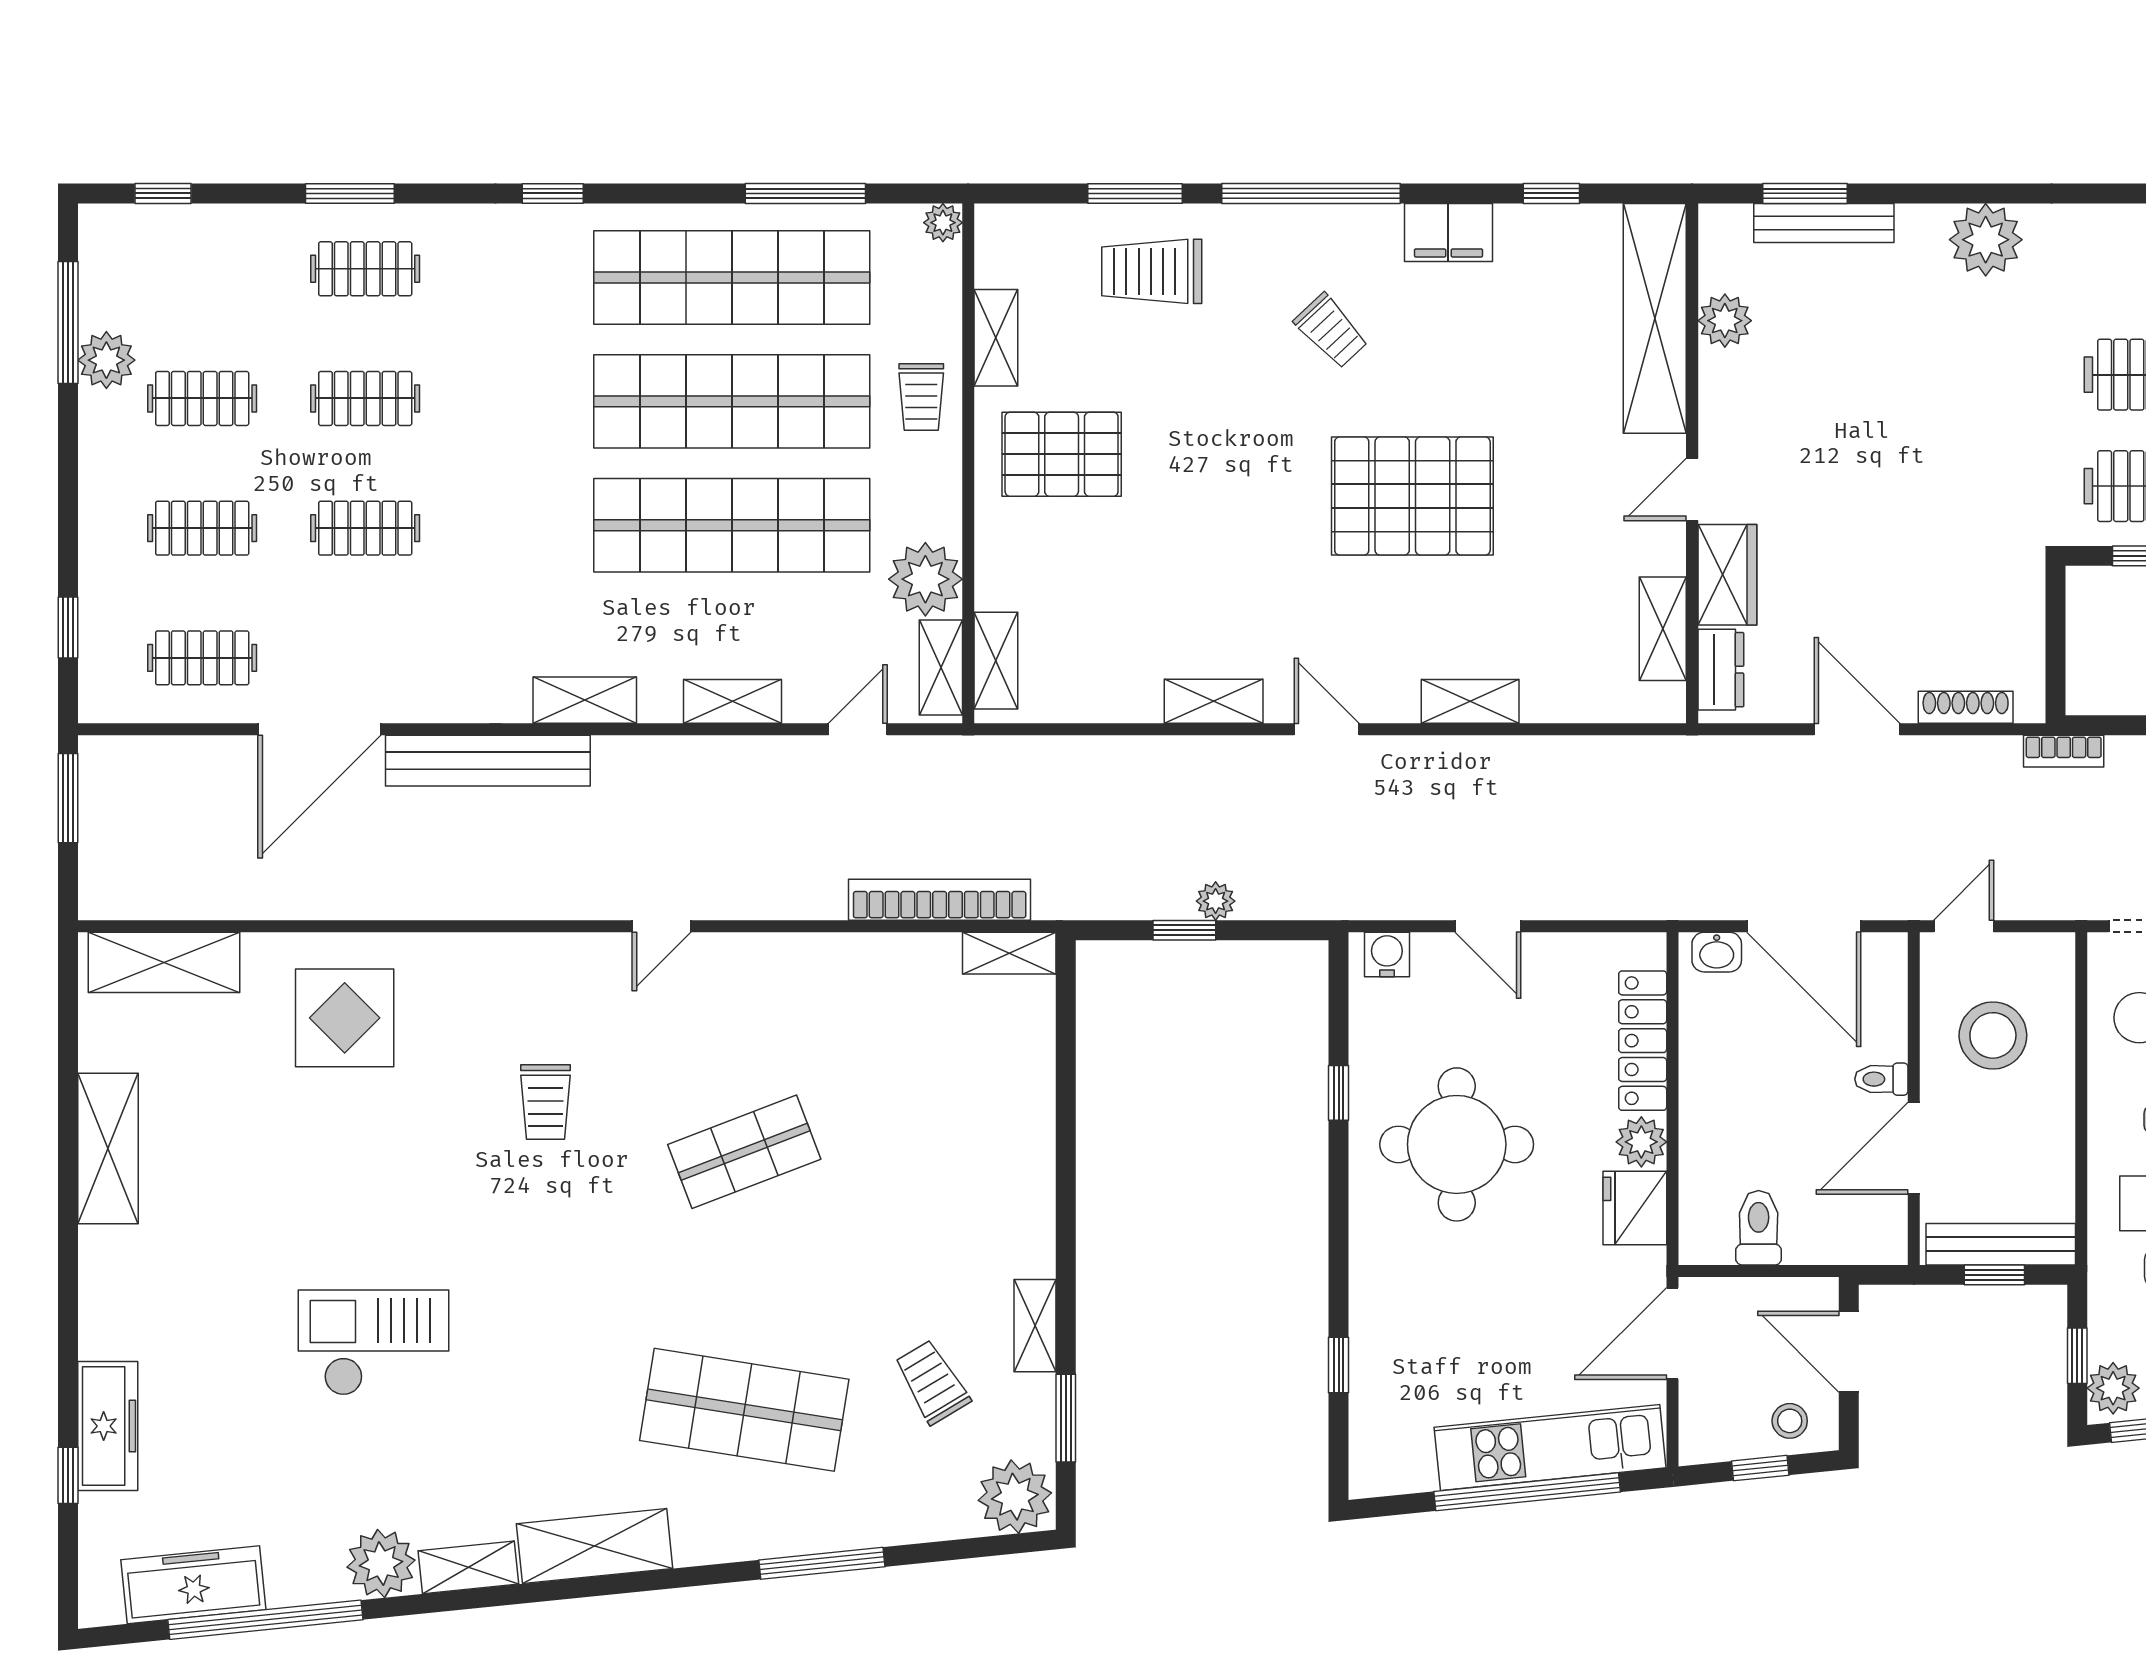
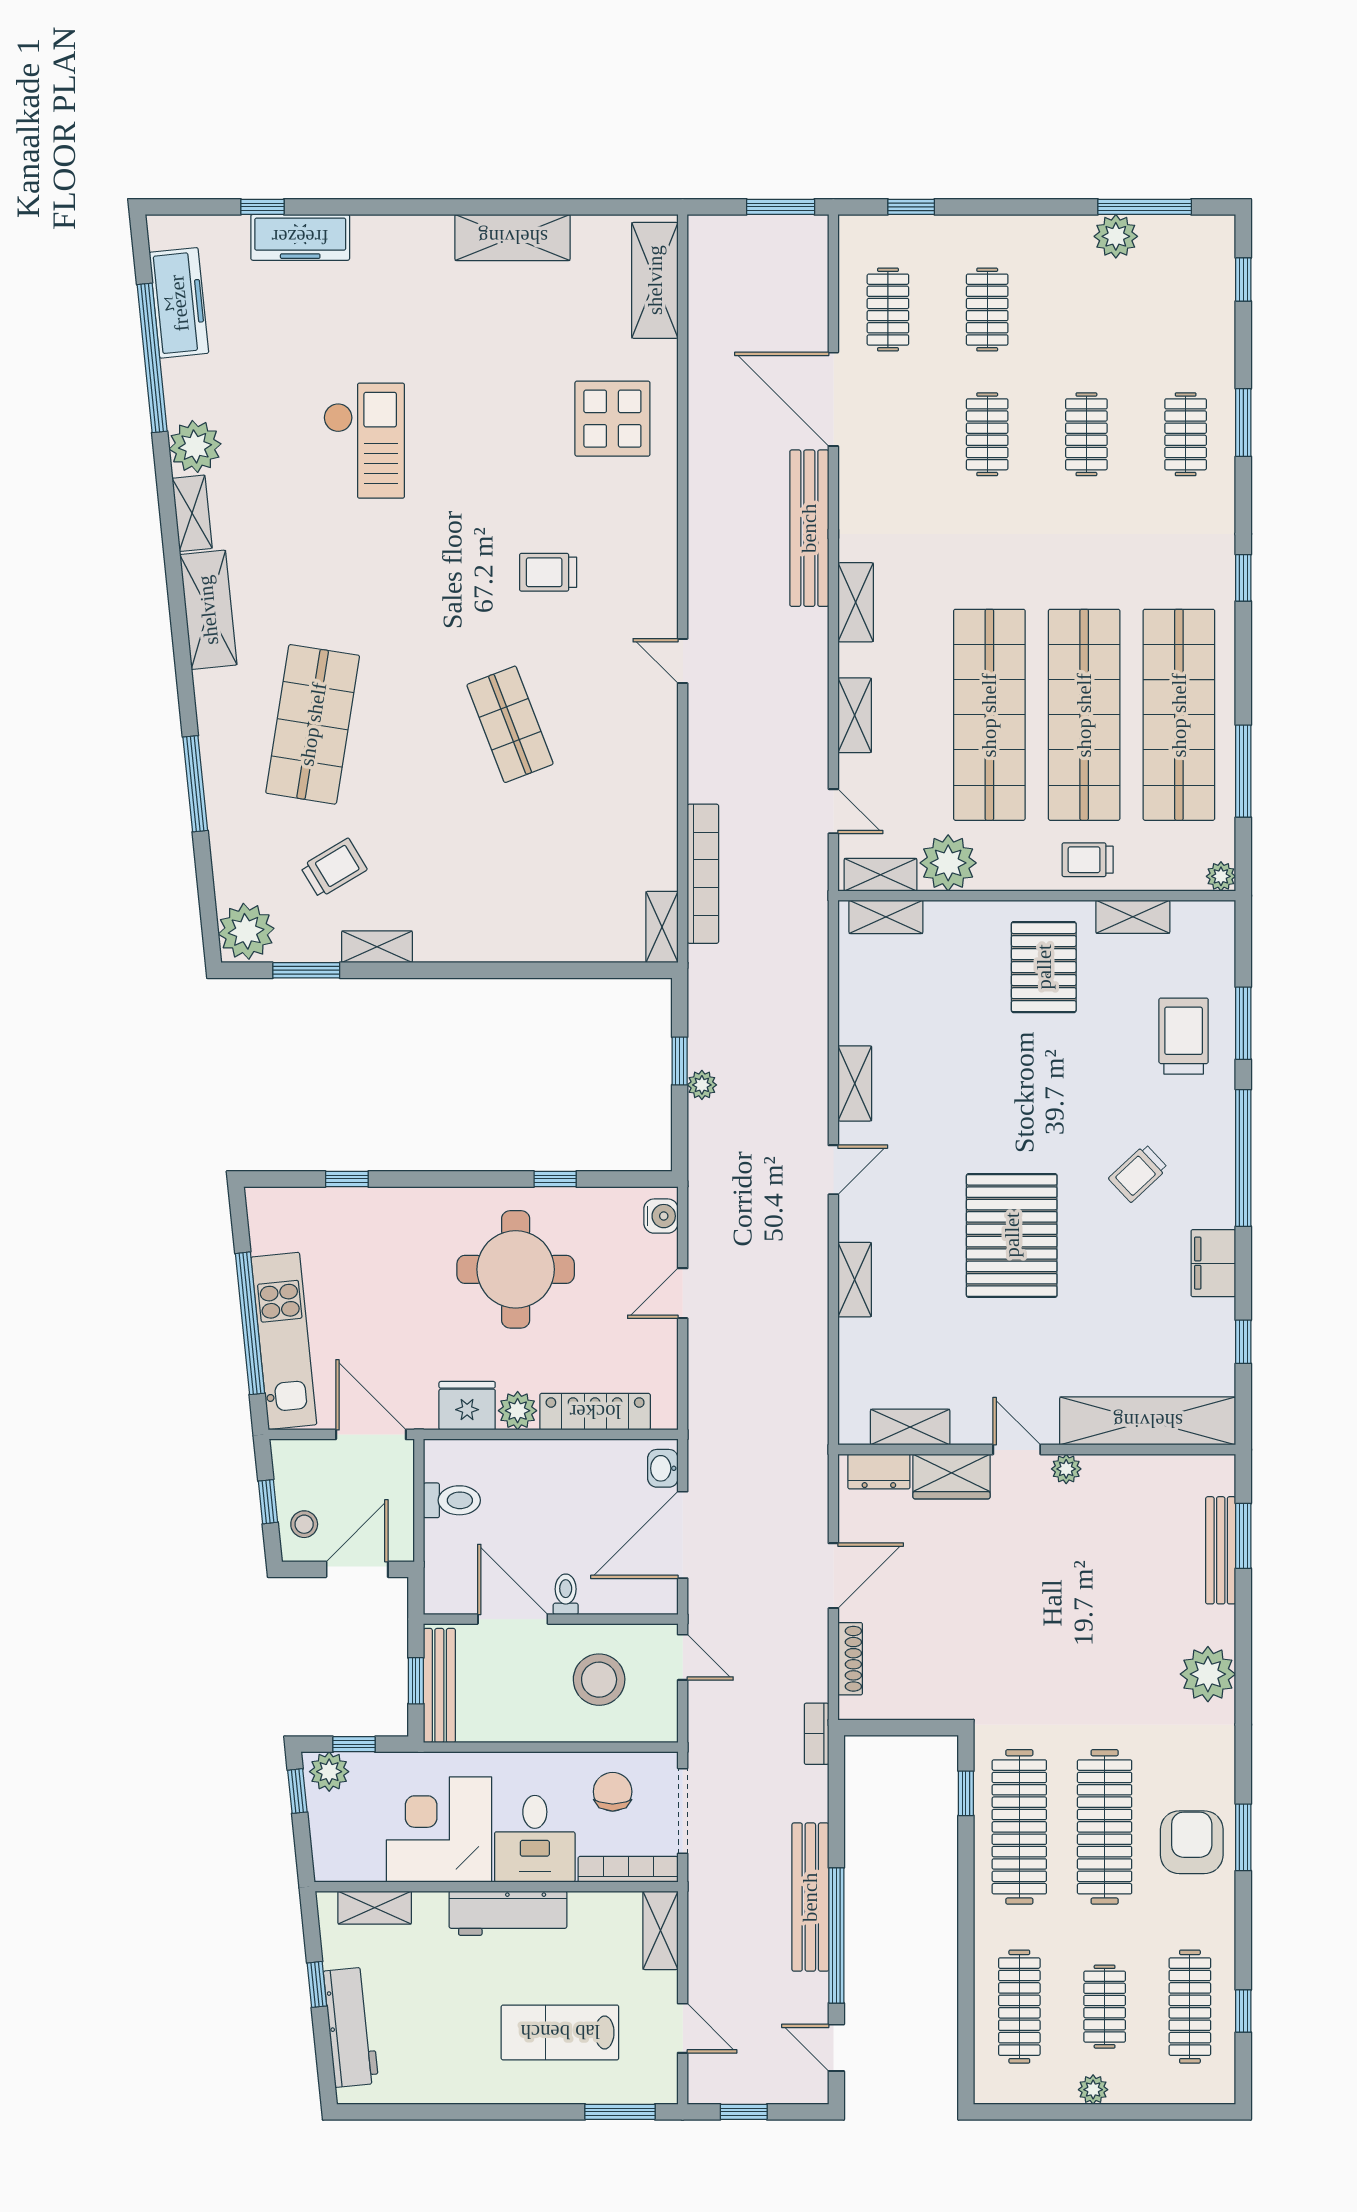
plant: (1725, 321) -> (1066, 1469), moved, width x0.73, depth x0.73
clothes rail: (202, 398) -> (1086, 310), removed

